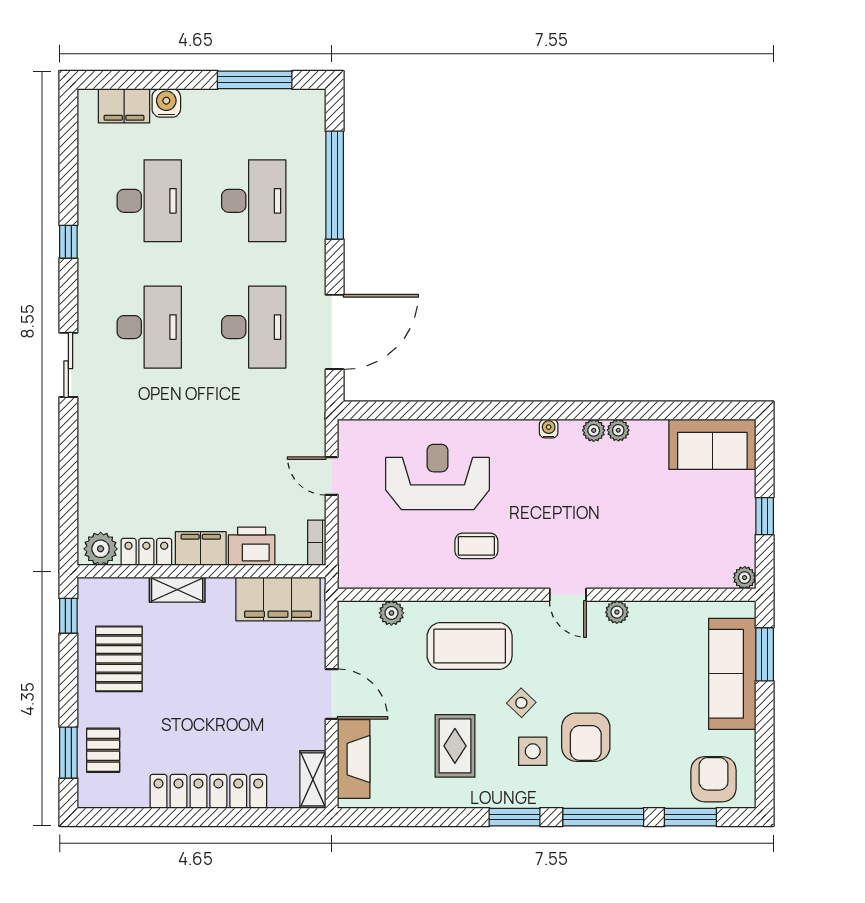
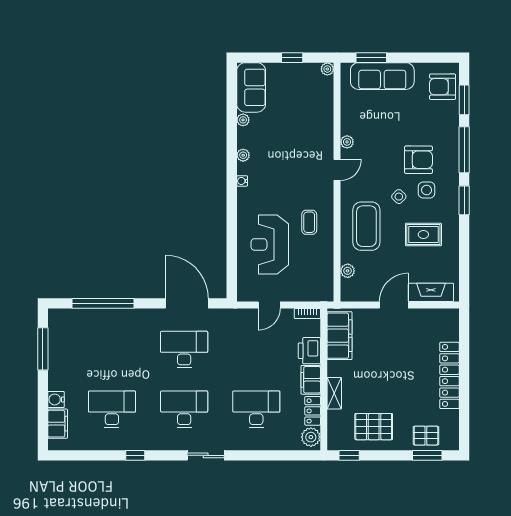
desk: (254, 201) -> (256, 409), moved
plant: (618, 430) -> (243, 120), moved
shelving: (313, 779) -> (443, 316), removed

